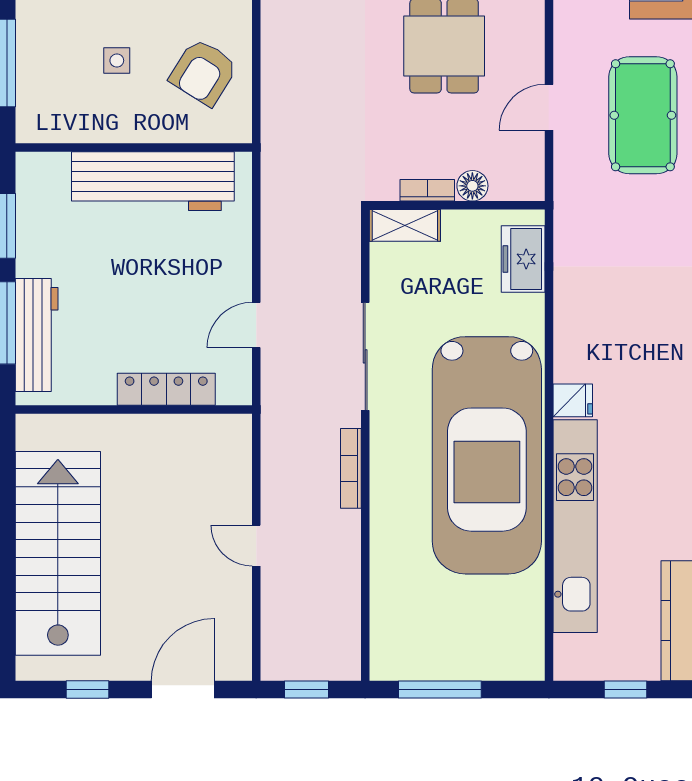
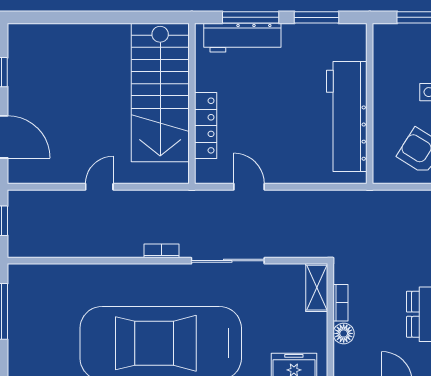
bookcase: (351, 468) -> (162, 251), width x0.64
stairs: (58, 553) -> (160, 92), moved, turned 90

